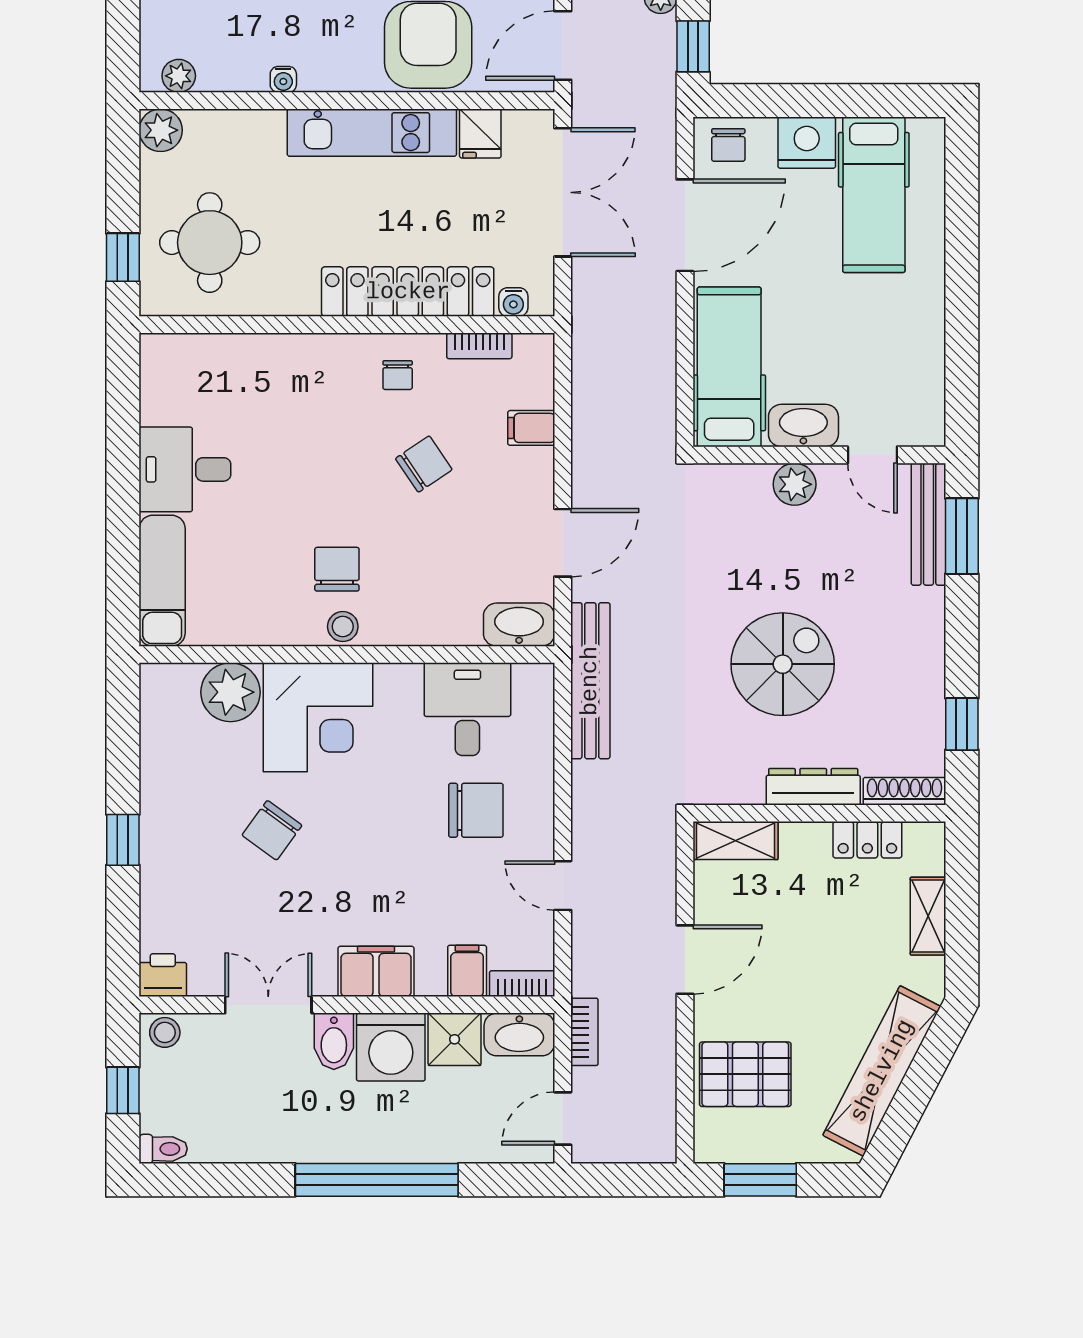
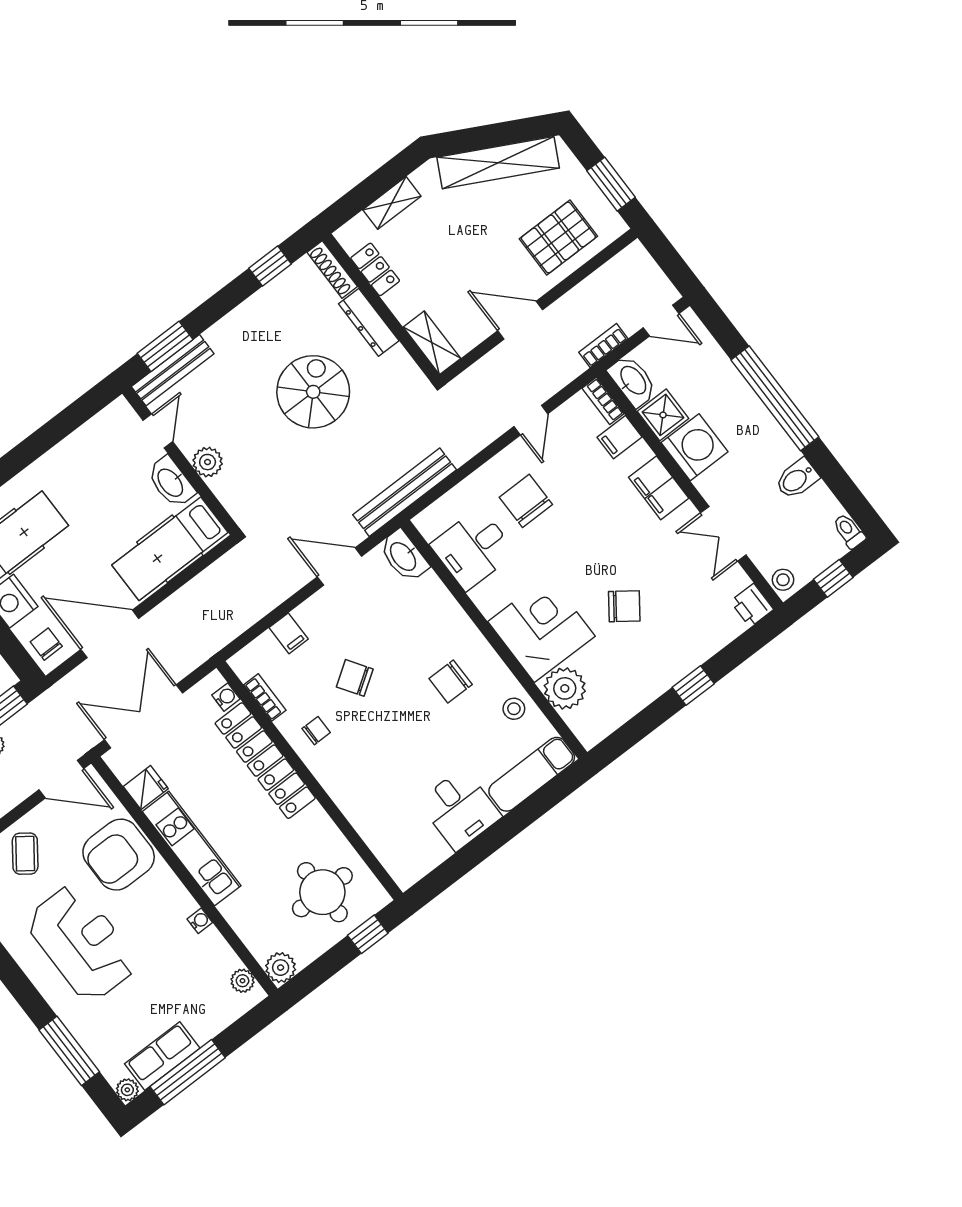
chair: (728, 145) -> (46, 644), turned -90
stool: (343, 627) -> (514, 709), moved
spiral stairs: (783, 664) -> (313, 392), turned 90
bidet: (334, 1041) -> (797, 479), moved, turned 180
pallet: (745, 1074) -> (558, 238), turned 90

